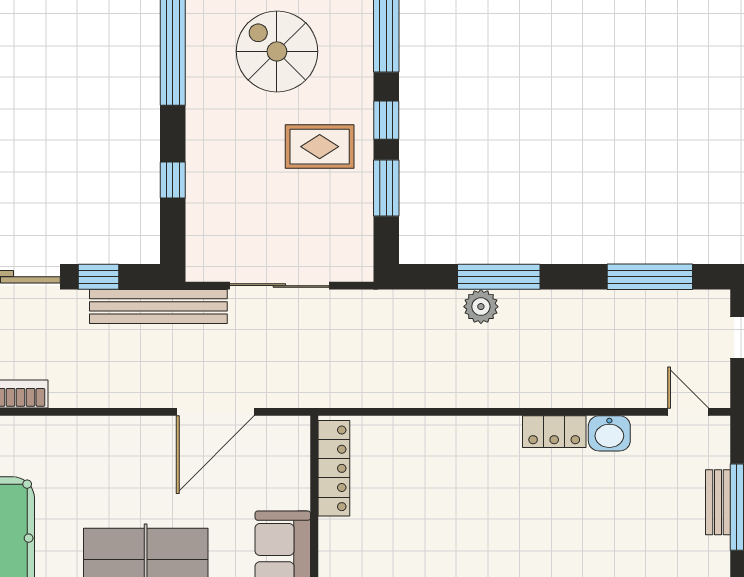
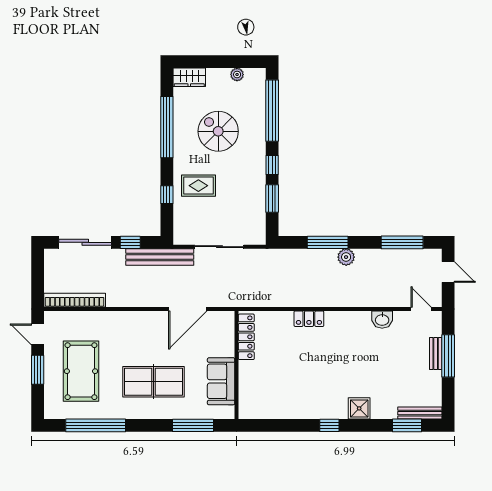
rug: (320, 147) -> (198, 186), moved
plant: (481, 307) -> (346, 257), moved
locker: (554, 432) -> (309, 319), moved

